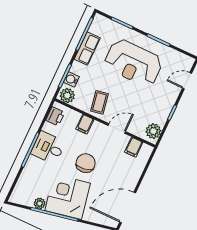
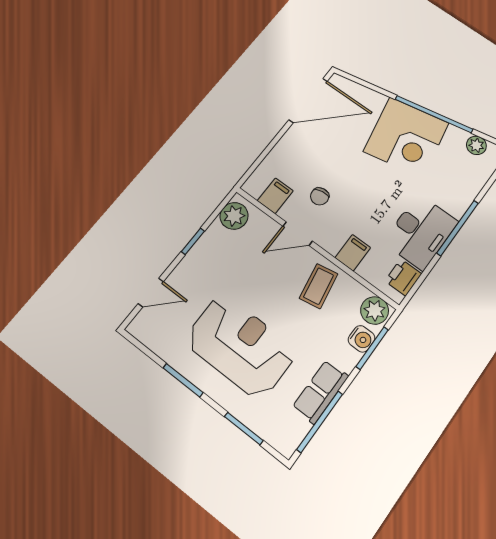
desk: (48, 148) -> (421, 232), width x1.37
chair: (86, 163) -> (320, 196), moved, width x0.54, depth x0.54
plant: (40, 203) -> (476, 145), moved

